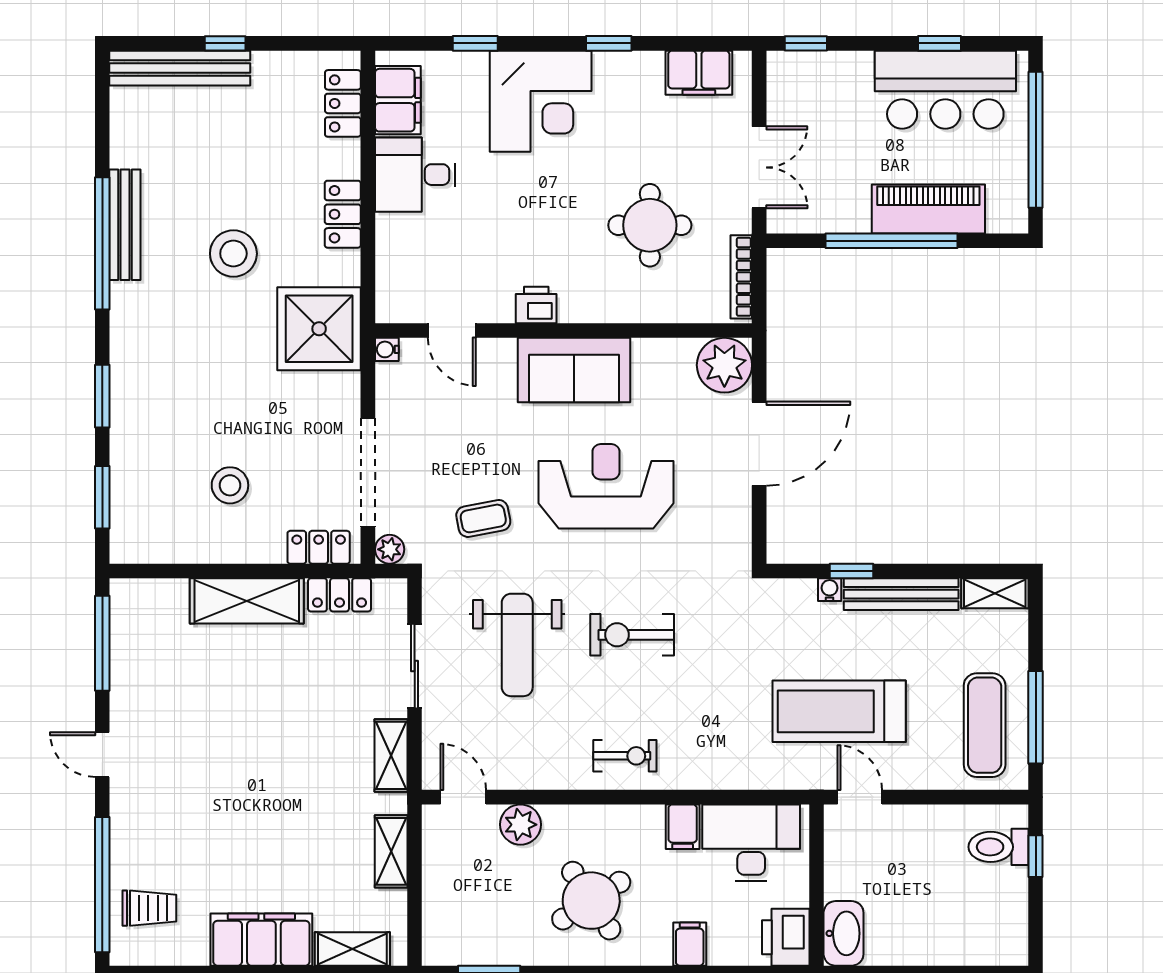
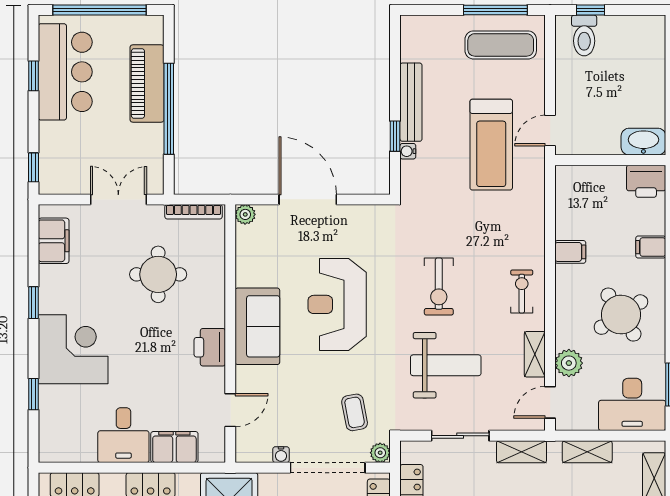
filing cabinet: (398, 100) -> (174, 447), moved
printer: (536, 305) -> (210, 347), width x1.36, depth x1.24
water cooler: (387, 349) -> (281, 455), moved
plant: (724, 365) -> (245, 214), width x0.53, depth x0.53
coffee table: (483, 518) -> (355, 412), moved
shelving: (995, 593) -> (535, 354), moved
desk: (751, 843) -> (632, 404), moved, turned -90

